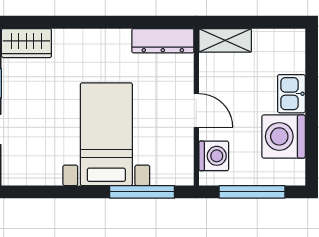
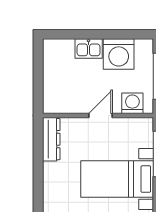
shelving: (225, 40) -> (51, 95), removed

